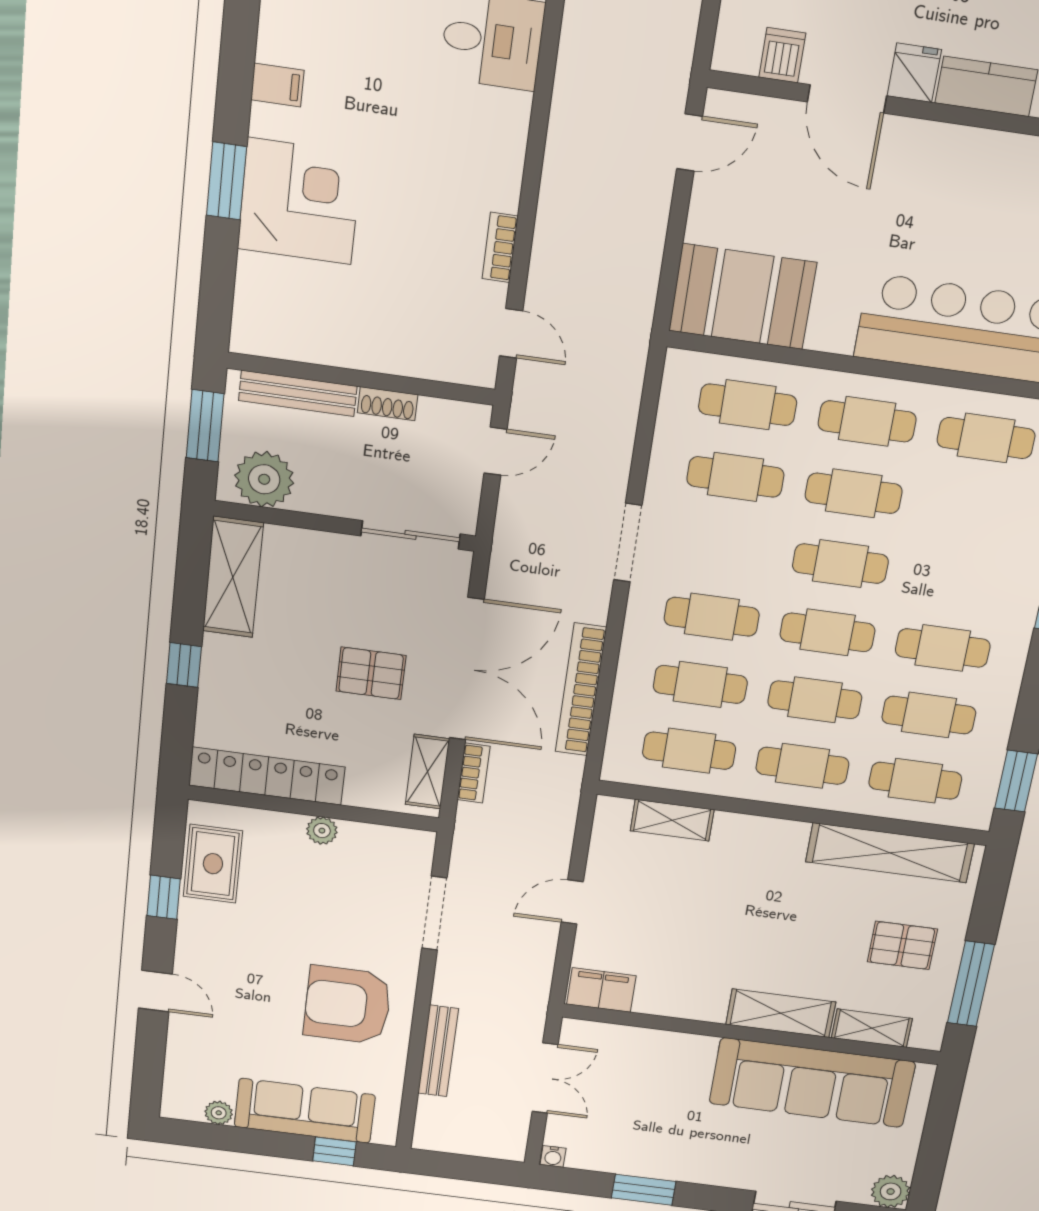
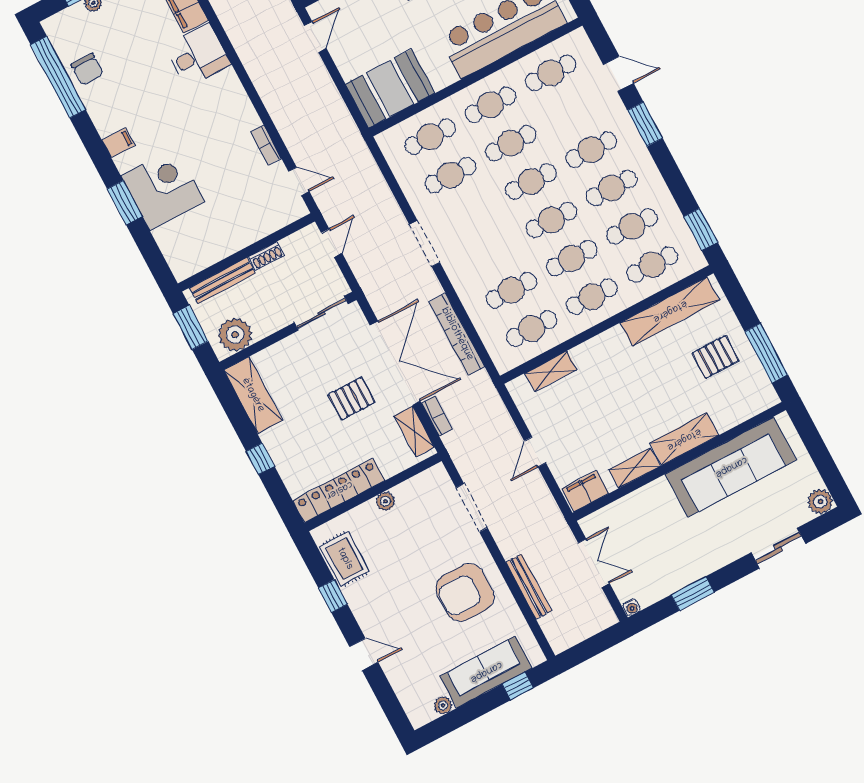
cafe table: (712, 617) -> (591, 150), moved
shelving: (872, 1028) -> (634, 468), moved

